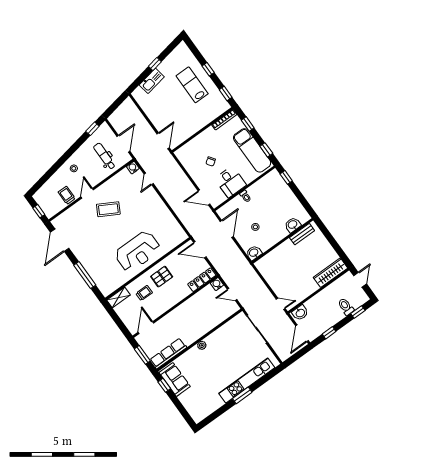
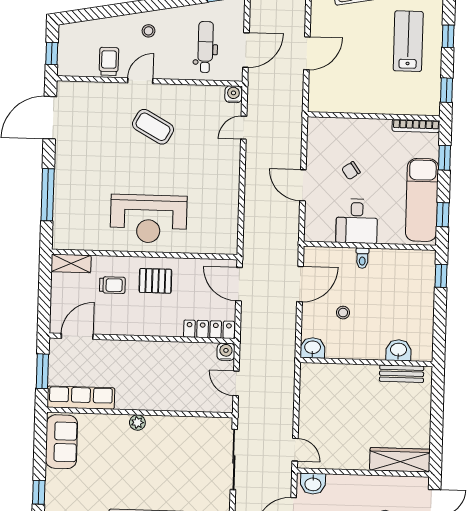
door: (163, 141) -> (307, 53), moved
door: (204, 198) -> (303, 185), moved
window: (164, 385) -> (39, 492), moved

